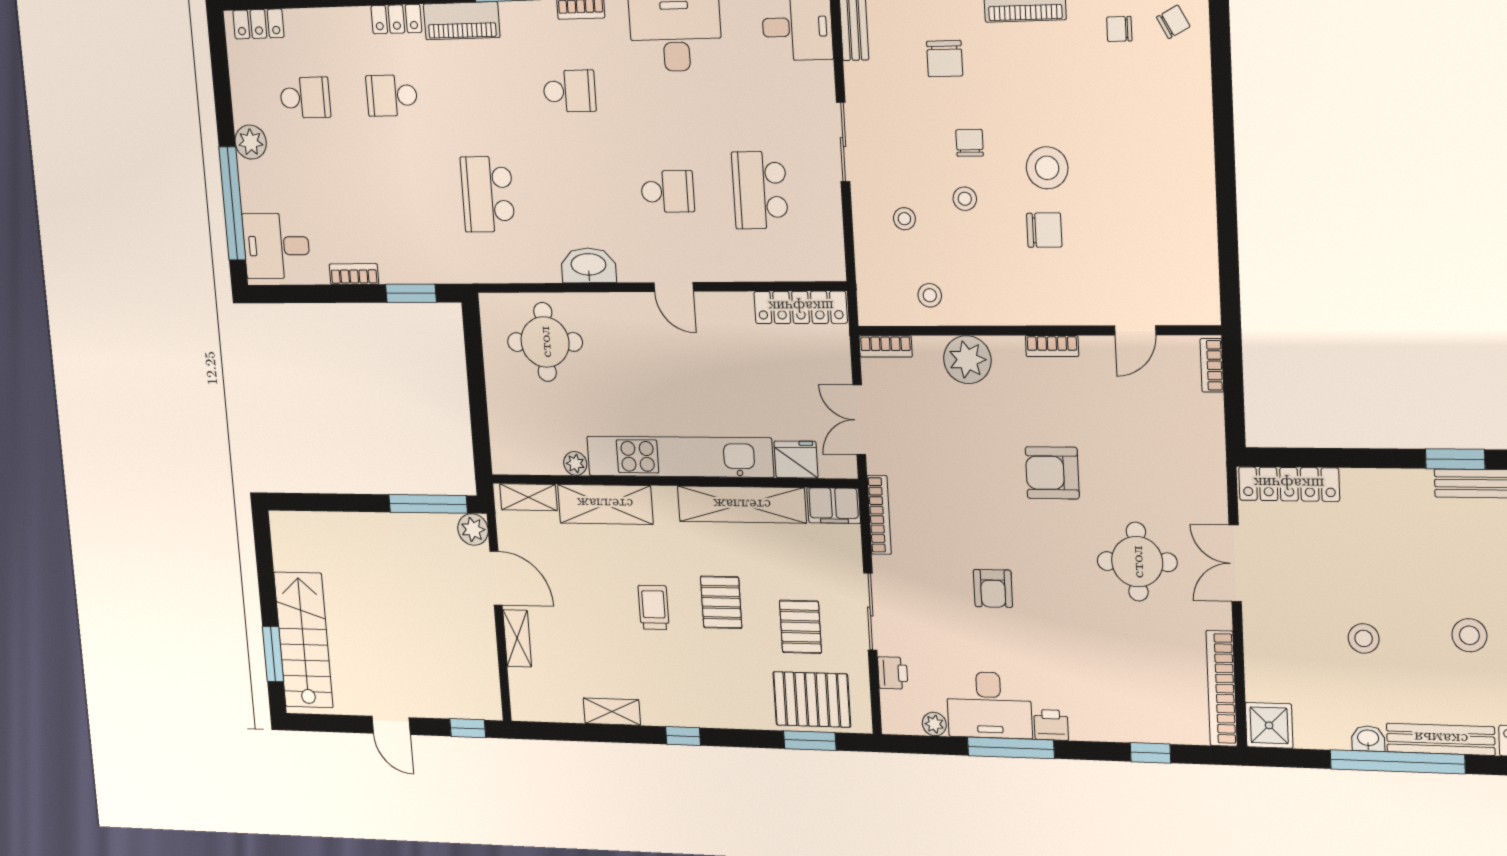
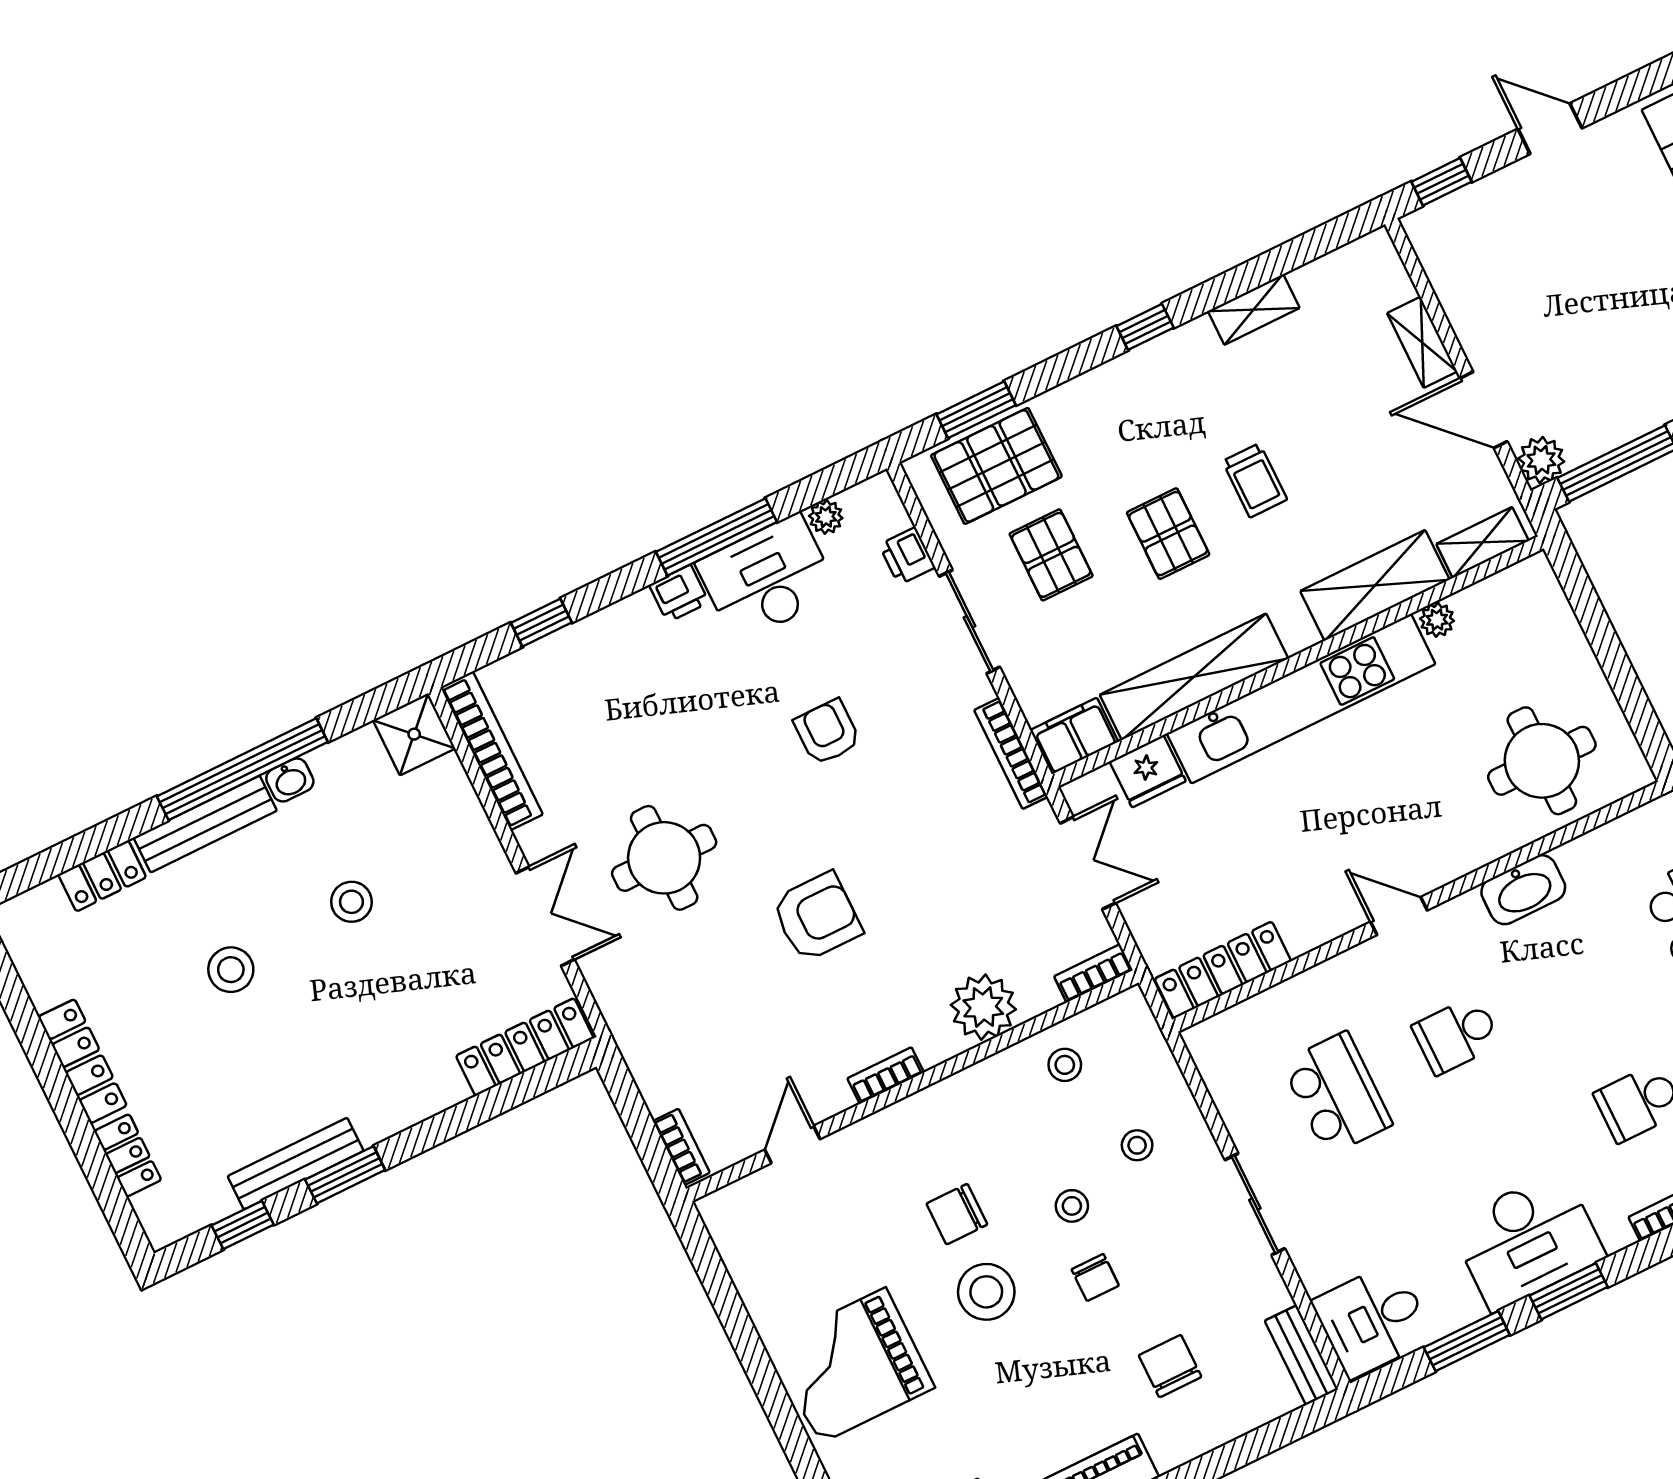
grand piano: (1160, 160) -> (852, 1366), added

